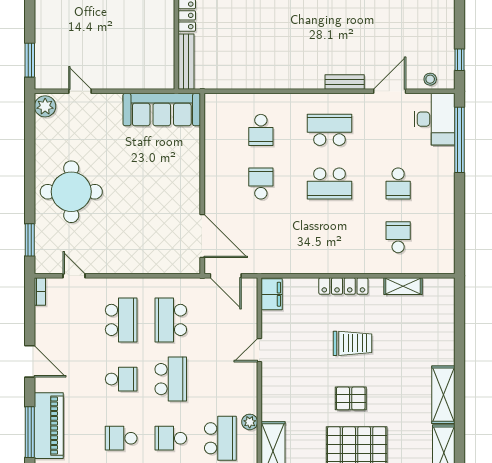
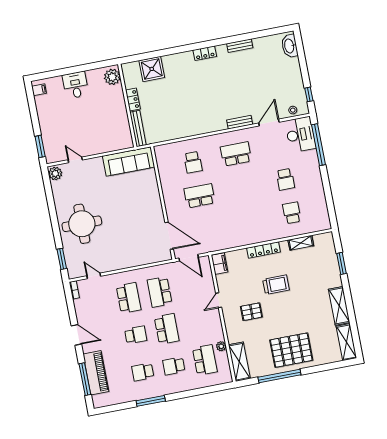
school desk: (261, 184) -> (200, 196), width x1.85
school desk: (329, 184) -> (242, 188), removed
window: (460, 330) -> (341, 263), added
pallet: (351, 398) -> (251, 312), moved

